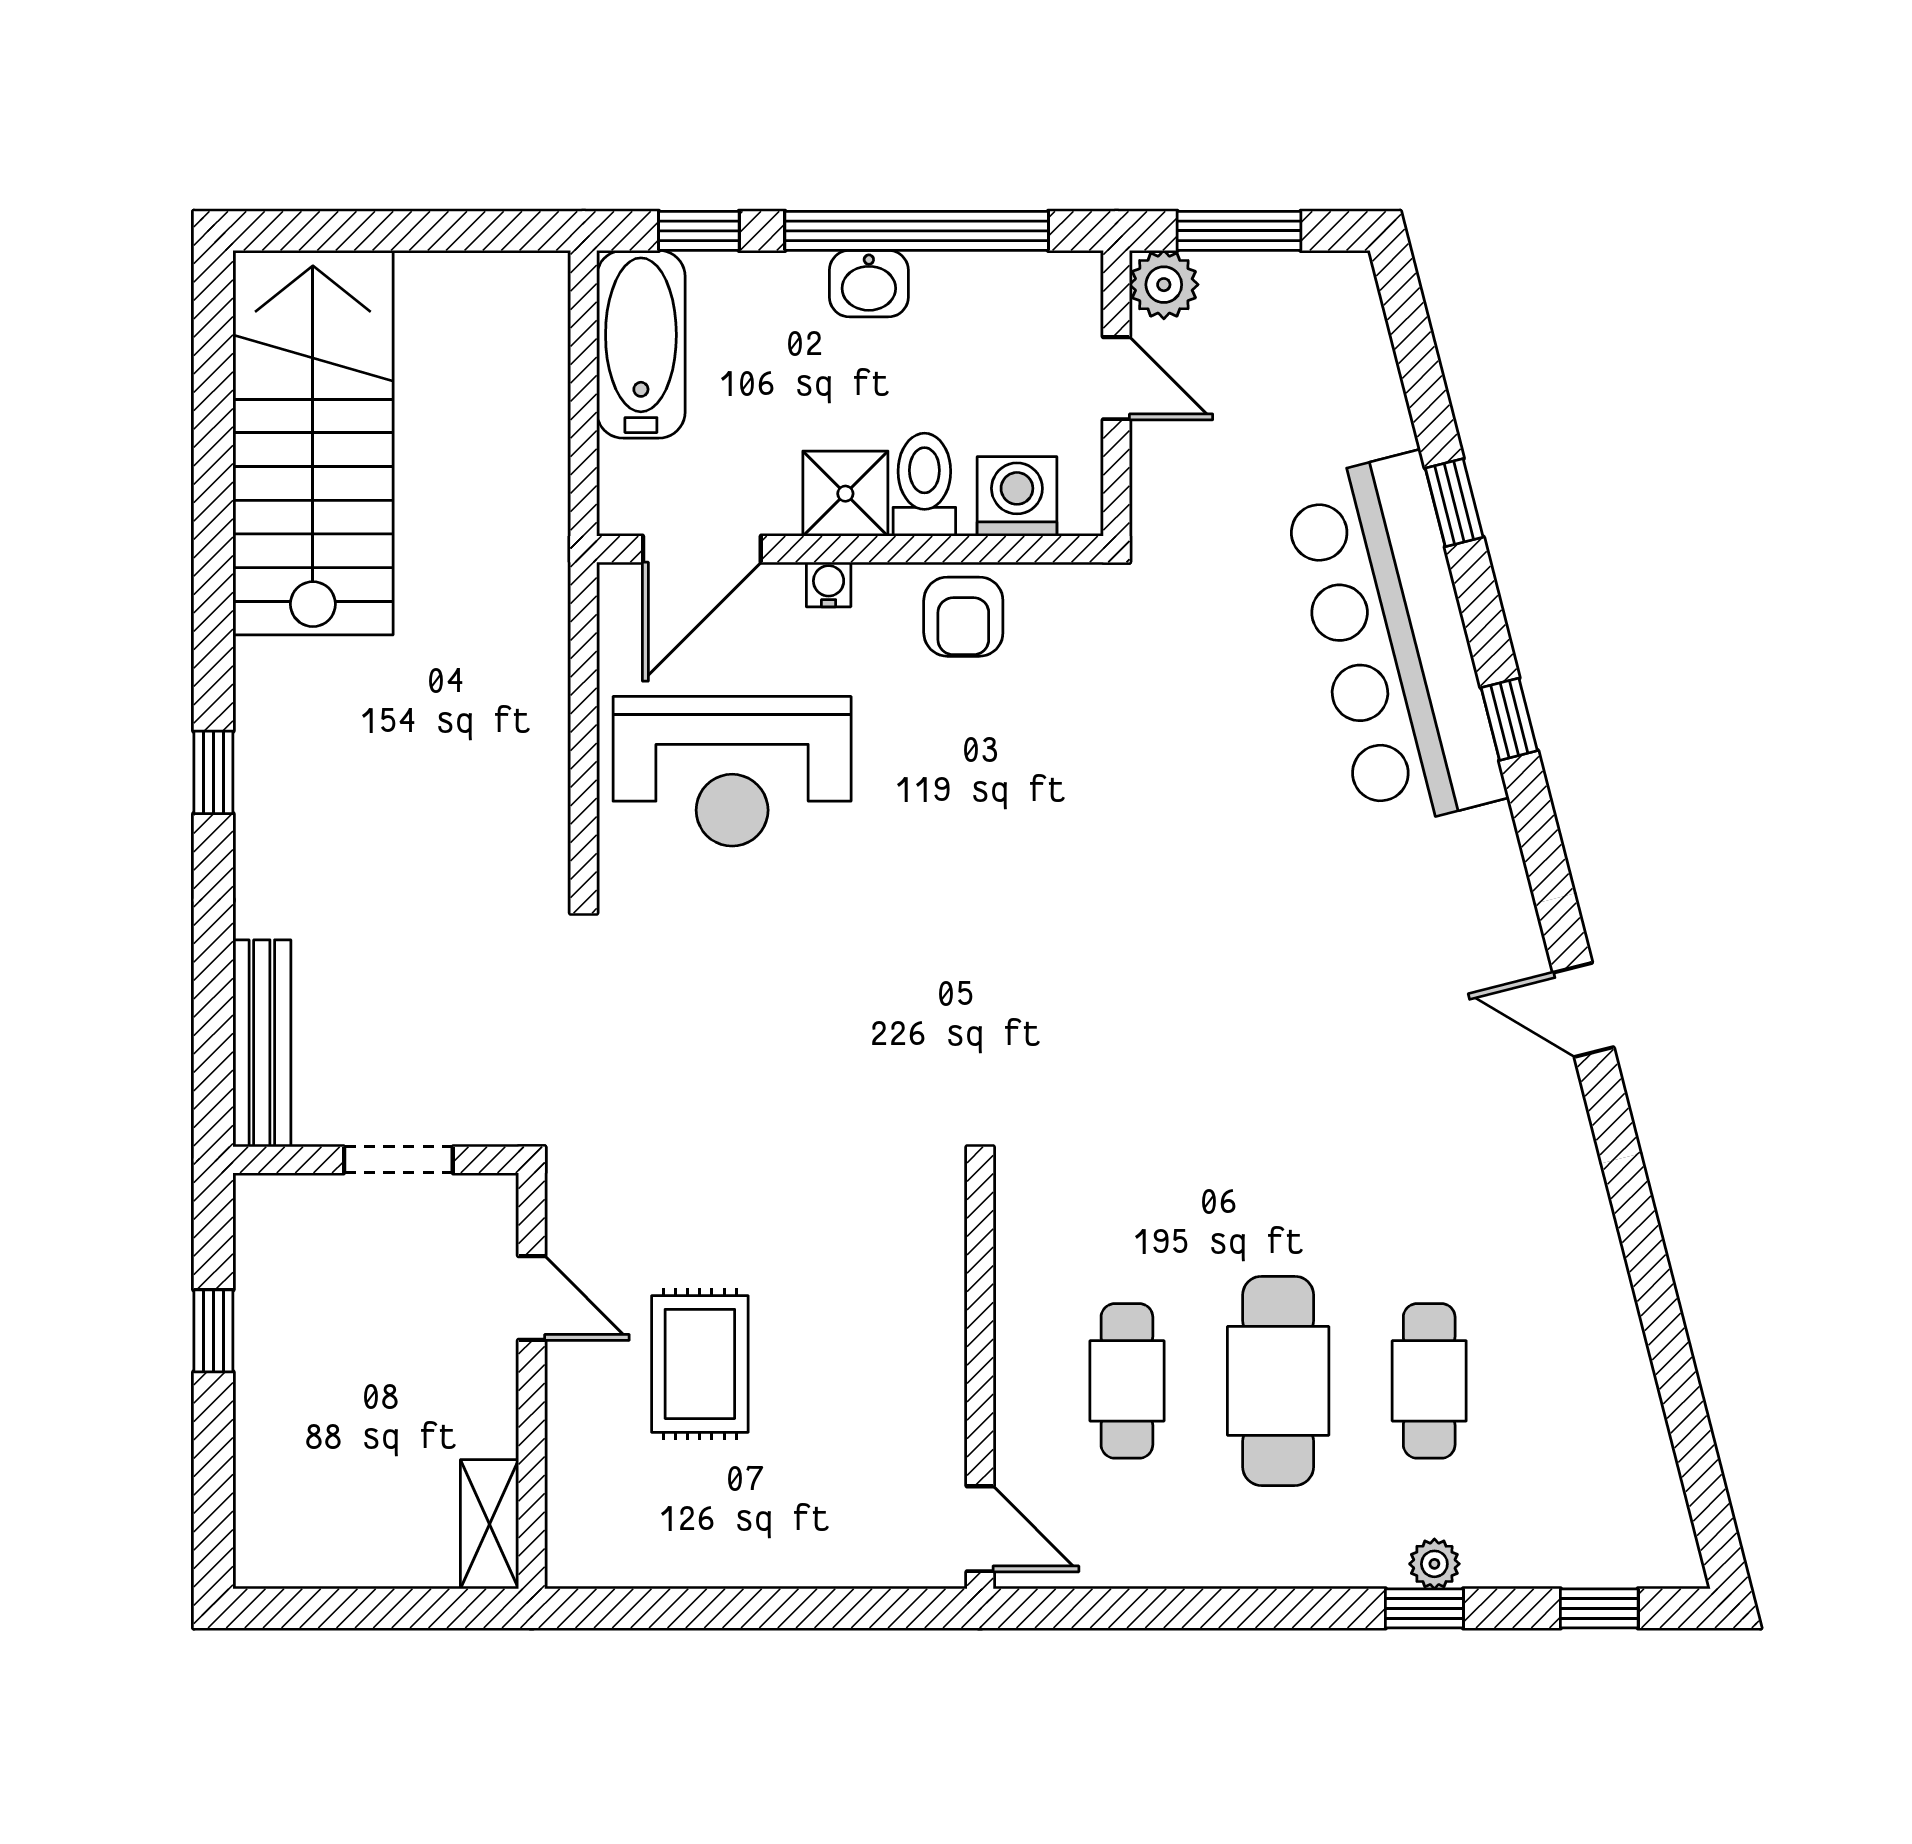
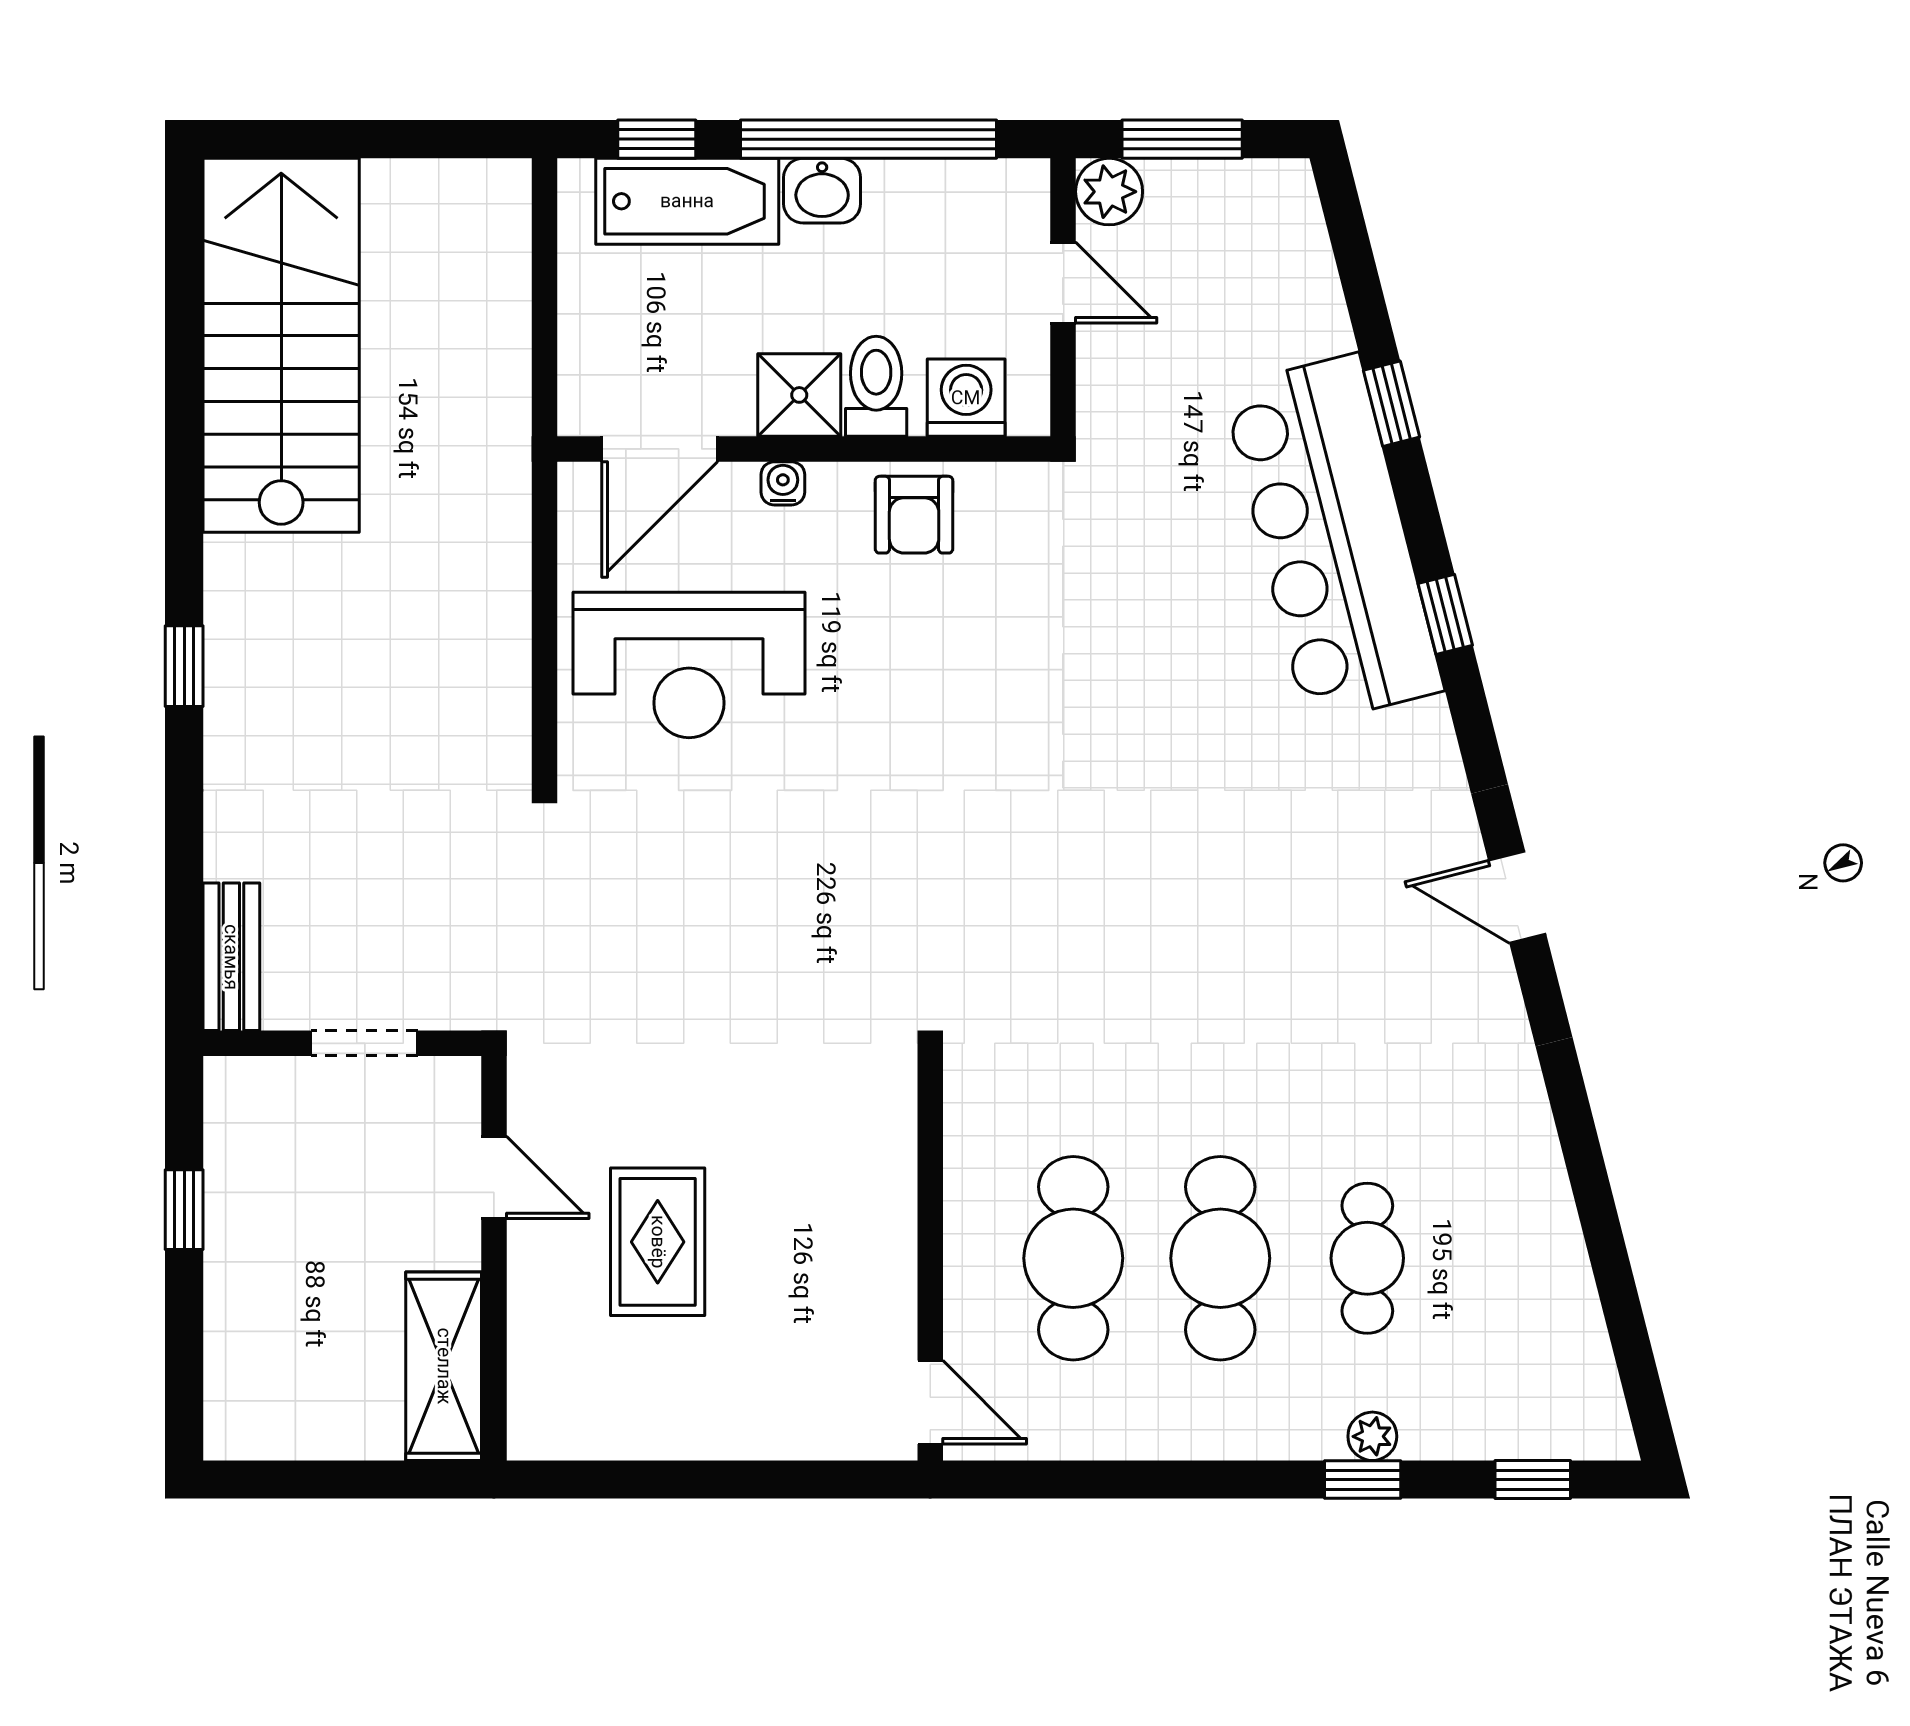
bathtub: (641, 344) -> (687, 201), moved, turned 90
bench: (262, 1043) -> (231, 957), width x0.73
cafe table: (1127, 1381) -> (1073, 1258), width x1.37, depth x1.35
shelving: (490, 1524) -> (444, 1366), width x1.50, depth x1.33

